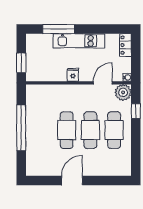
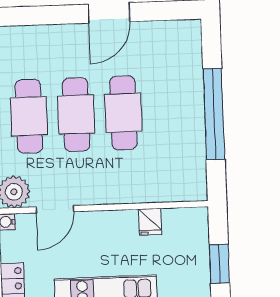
window: (21, 63) -> (219, 264), moved
fridge: (73, 75) -> (150, 222), moved

